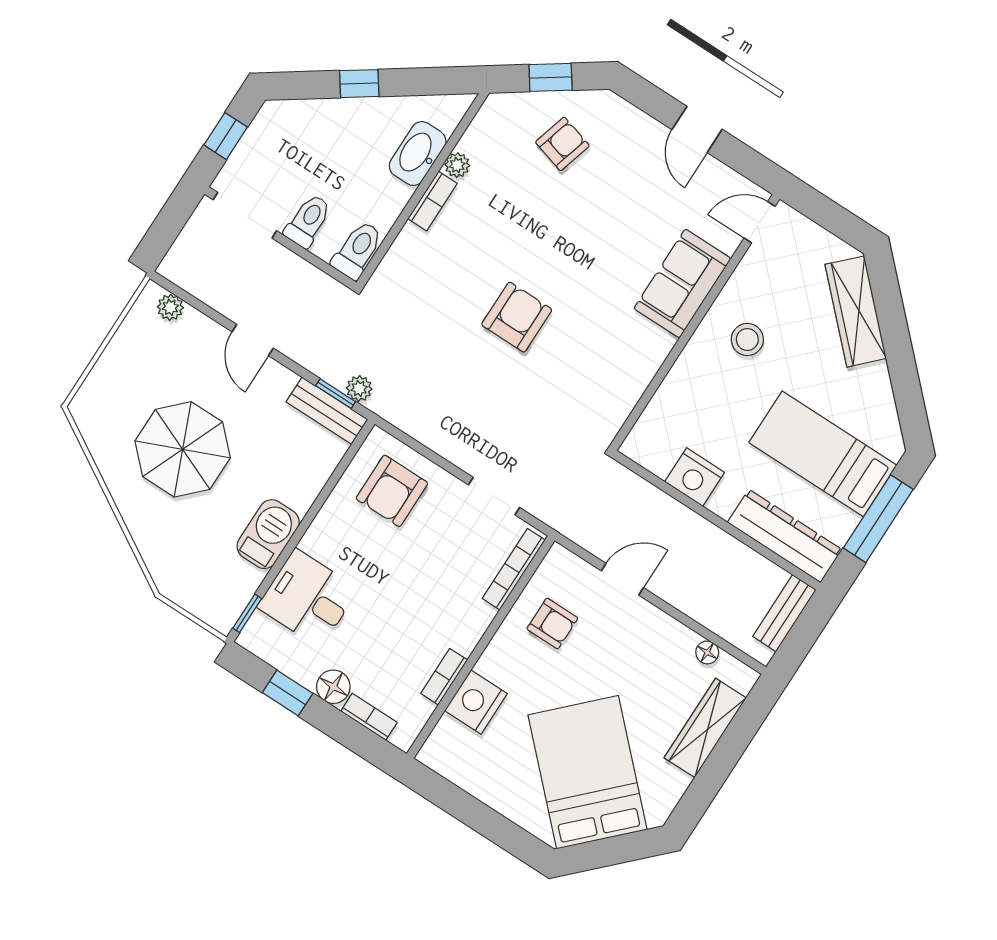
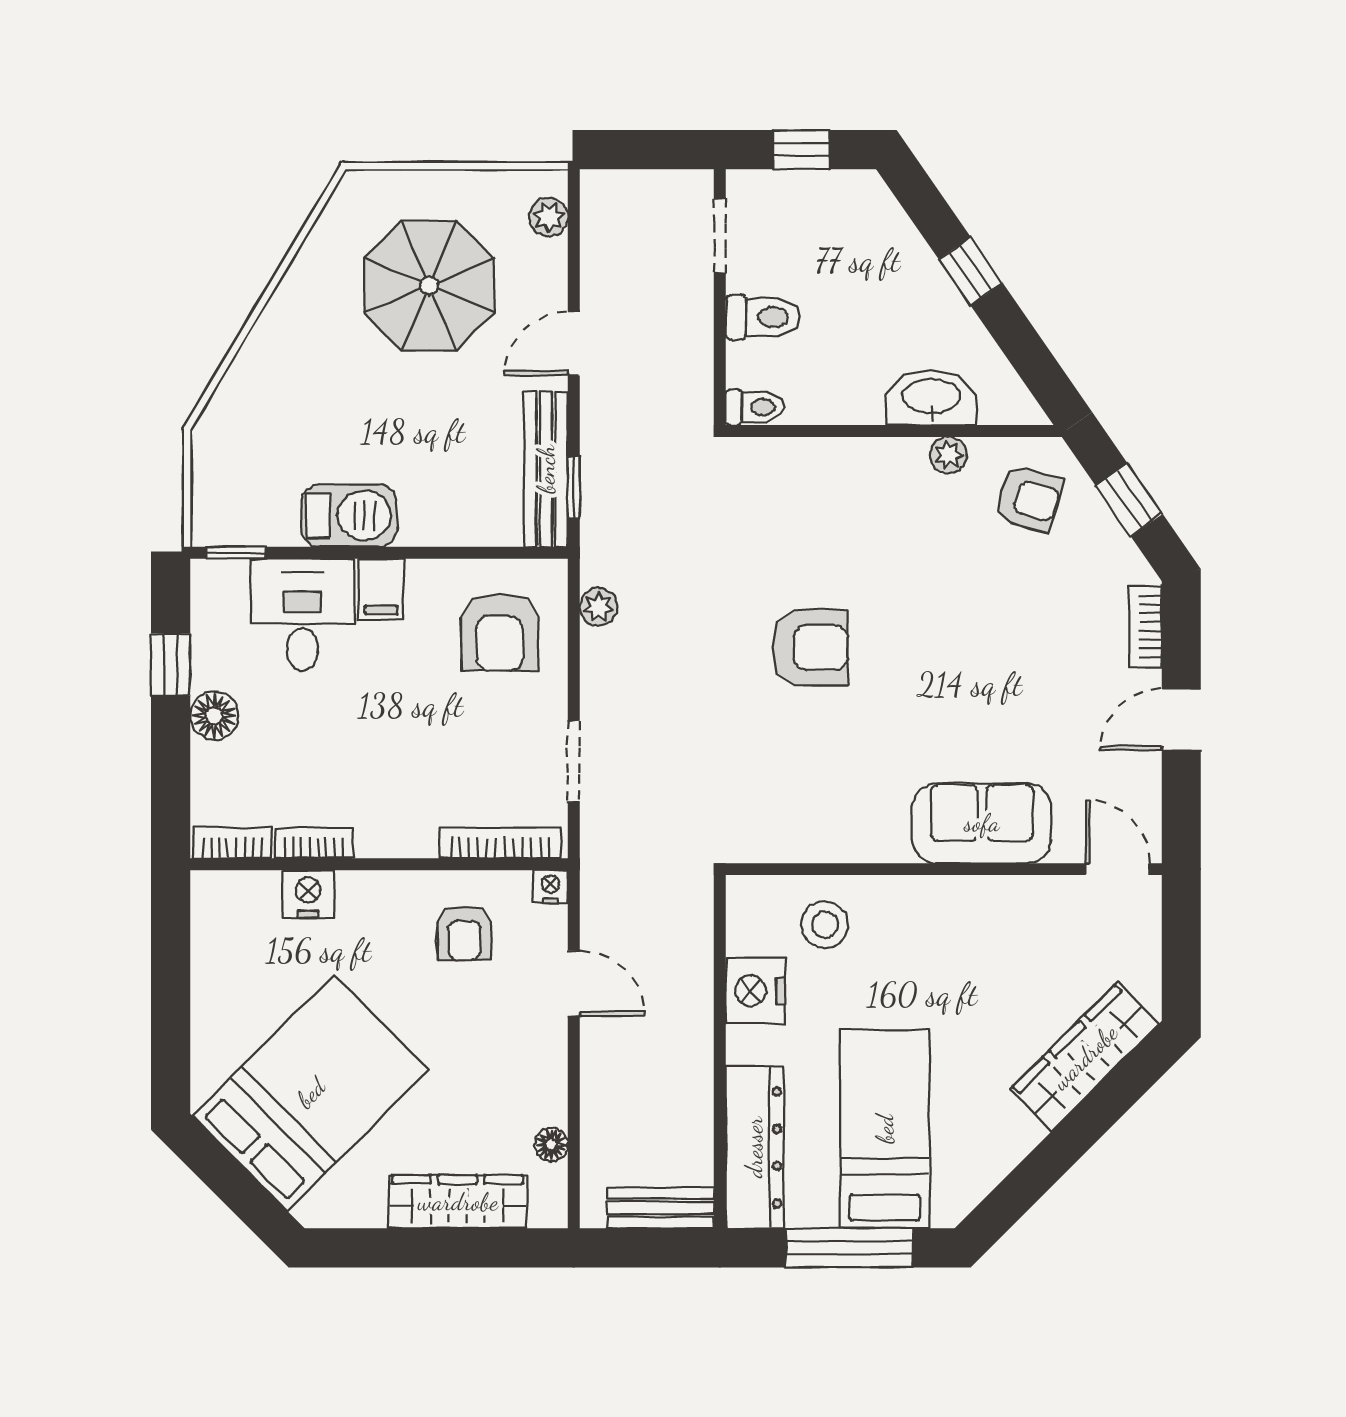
armchair: (562, 144) -> (1029, 499), moved
bookcase: (432, 201) -> (1145, 626), moved, turned 90
doorway: (245, 215) -> (720, 236), width x0.73
toilet: (357, 250) -> (755, 407), width x0.73, depth x0.72
stool: (747, 339) -> (825, 925), moved
plant: (359, 388) -> (599, 607), moved
bench: (327, 411) -> (546, 469), width x1.36
parasol: (183, 449) -> (429, 286), moved
armchair: (392, 491) -> (500, 632), turned -90
filing cabinet: (322, 543) -> (381, 589), added
nightstand: (558, 556) -> (550, 887), added
nightstand: (476, 702) -> (308, 894), width x0.74, depth x0.75
bookcase: (369, 717) -> (232, 843), moved, turned -90

